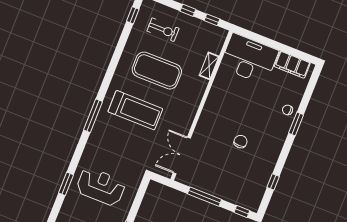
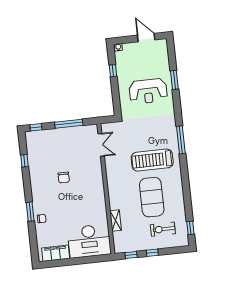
exercise mat: (157, 71) -> (152, 197), turned 90
double door: (182, 155) -> (101, 145), width x0.73

